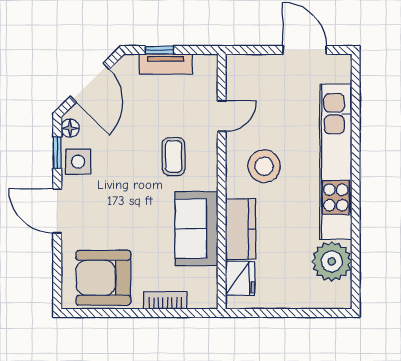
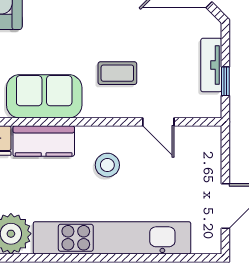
window: (159, 50) -> (225, 81), moved
stool: (264, 166) -> (107, 165), width x0.73, depth x0.73

